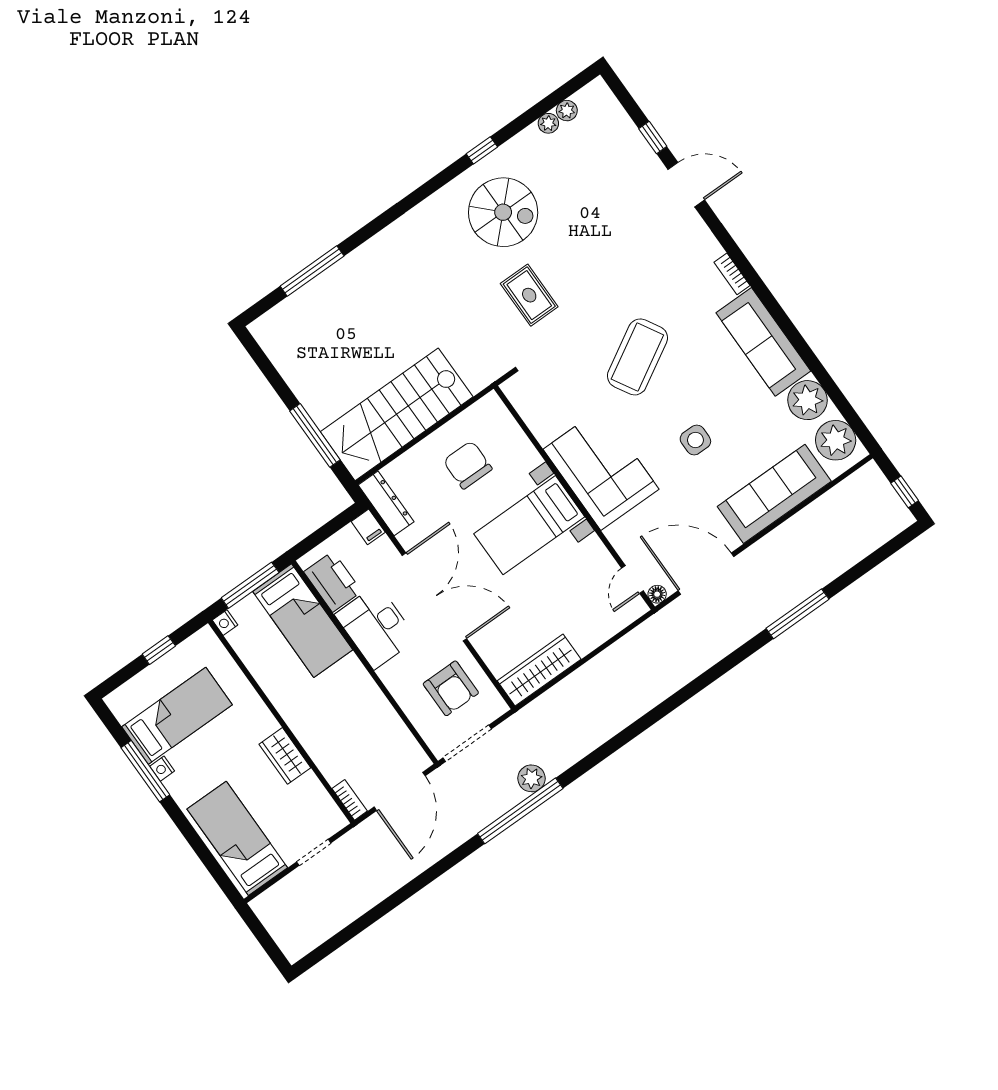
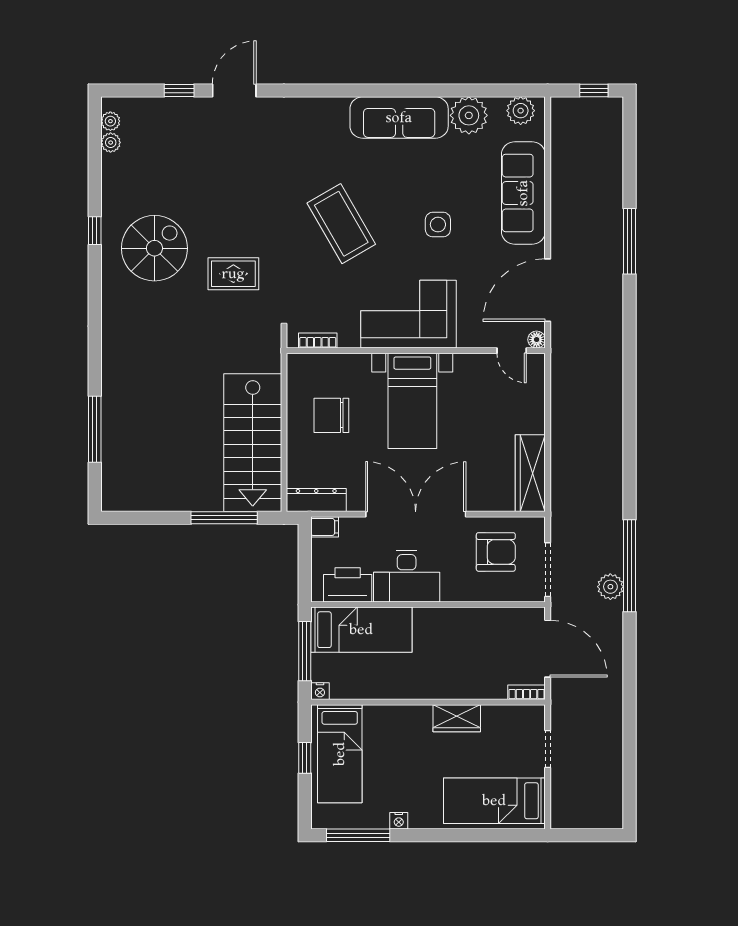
plant: (548, 123) -> (110, 121), moved
bookcase: (732, 274) -> (318, 340), moved, turned 180
plant: (836, 440) -> (521, 111), width x0.73, depth x0.73
bed: (177, 716) -> (340, 754), moved, turned 180
window: (145, 771) -> (358, 835), moved
plant: (531, 778) -> (610, 587), moved

